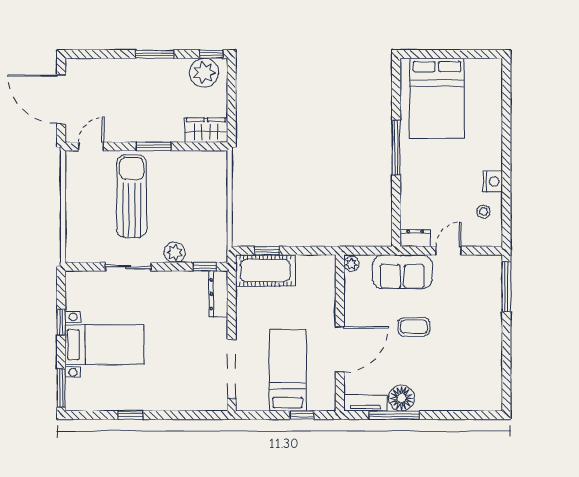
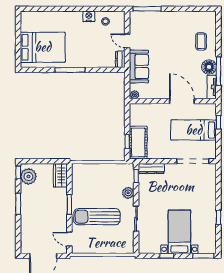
coffee table: (414, 327) -> (201, 41), moved

